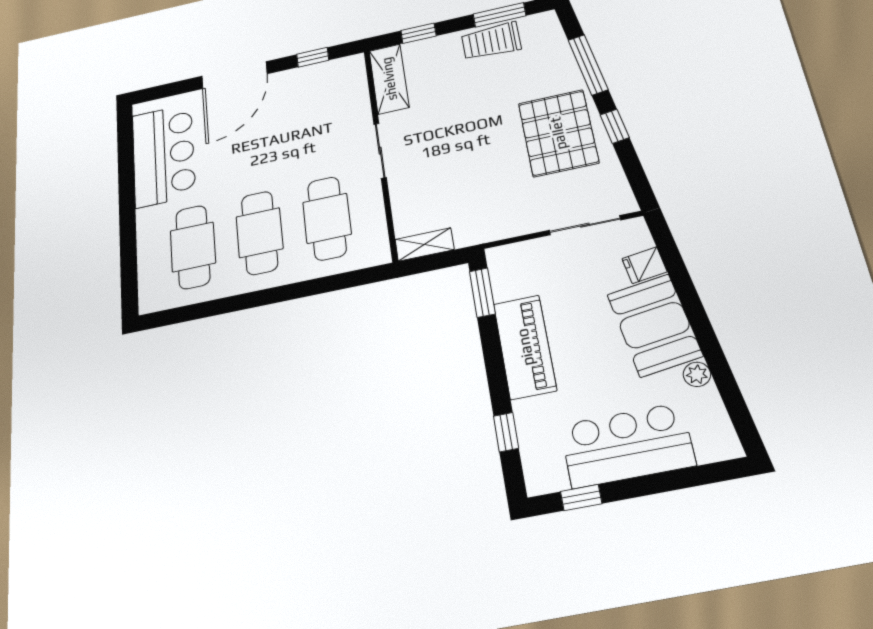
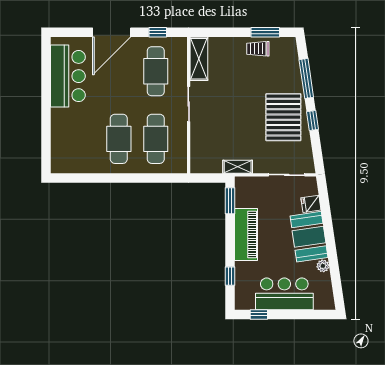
window: (418, 33) -> (219, 32), removed
trolley: (491, 41) -> (258, 49), width x0.73, depth x0.72
shelving: (424, 245) -> (238, 167), moved
cafe table: (193, 247) -> (156, 71), moved

